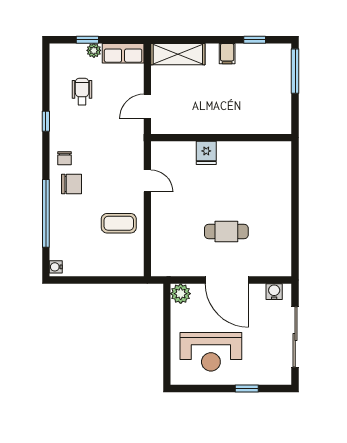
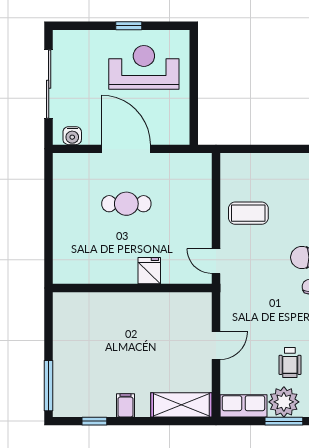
window: (87, 40) -> (284, 421), width x1.50
plant: (94, 50) -> (284, 402), width x1.88, depth x1.88
wall: (221, 138) -> (132, 288), moved
fridge: (206, 153) -> (149, 271), moved
plant: (181, 294) -> (178, 133), removed
window: (247, 389) -> (129, 26), moved

